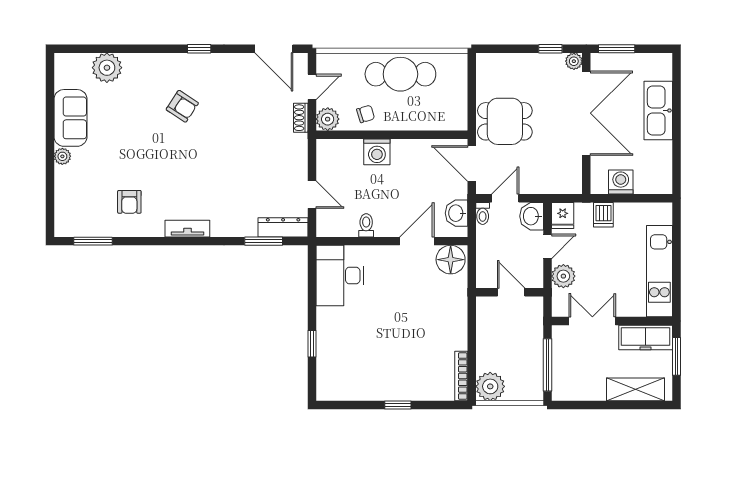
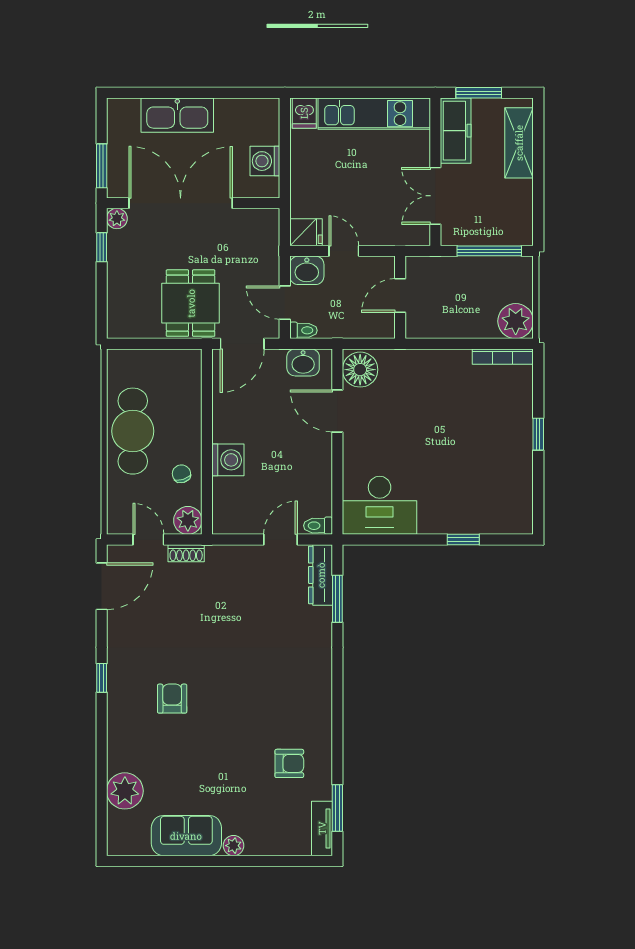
armchair: (182, 106) -> (172, 699), turned -33
dishwasher: (603, 215) -> (304, 113), moved, turned 90
toilet: (366, 225) -> (318, 526), moved
tv unit: (187, 229) -> (322, 828), moved
plant: (563, 276) -> (380, 231), removed

